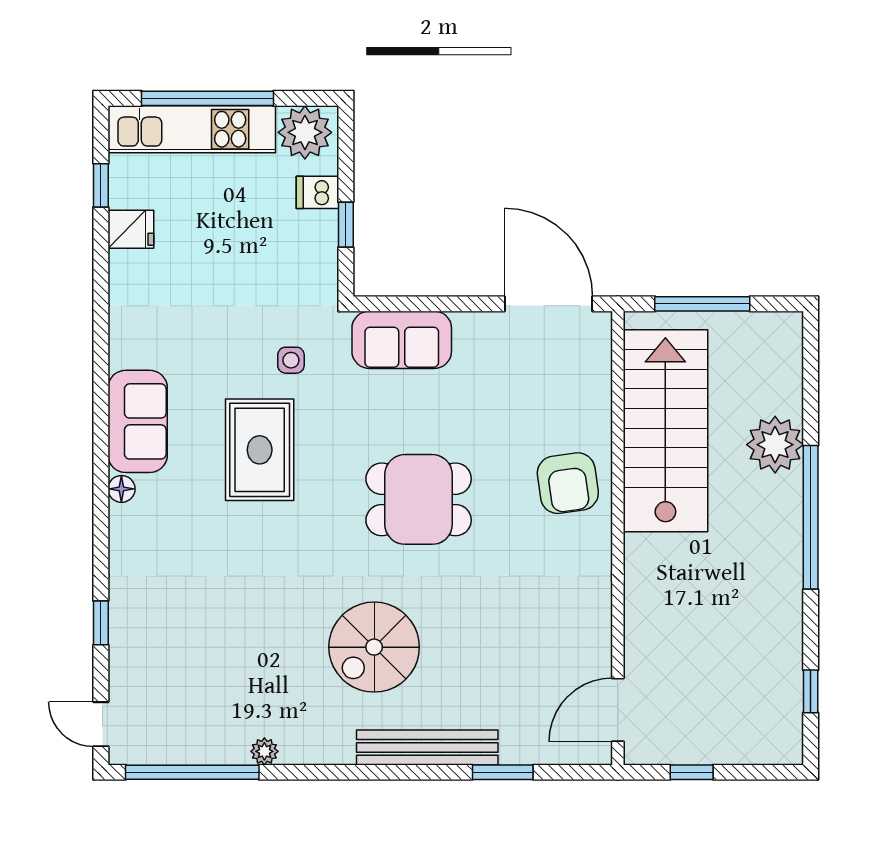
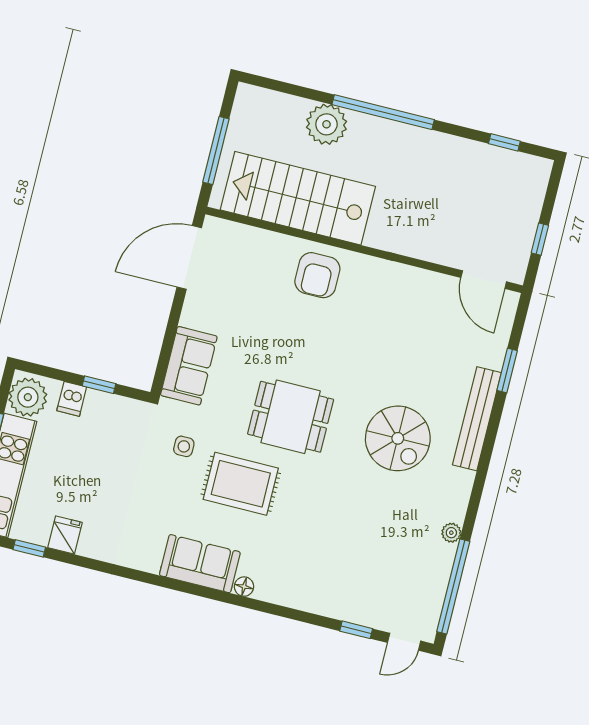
armchair: (568, 483) -> (317, 275), turned 98
dining table: (419, 499) -> (291, 417), moved, turned 90
window: (101, 623) -> (356, 630), moved

